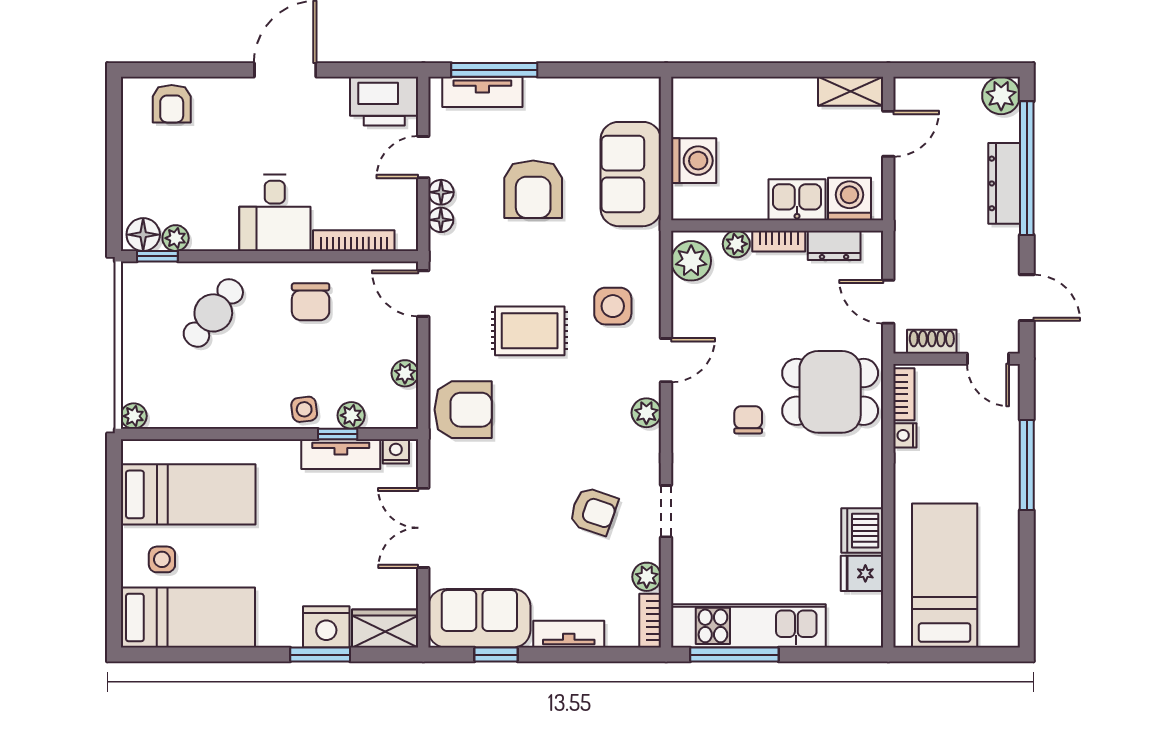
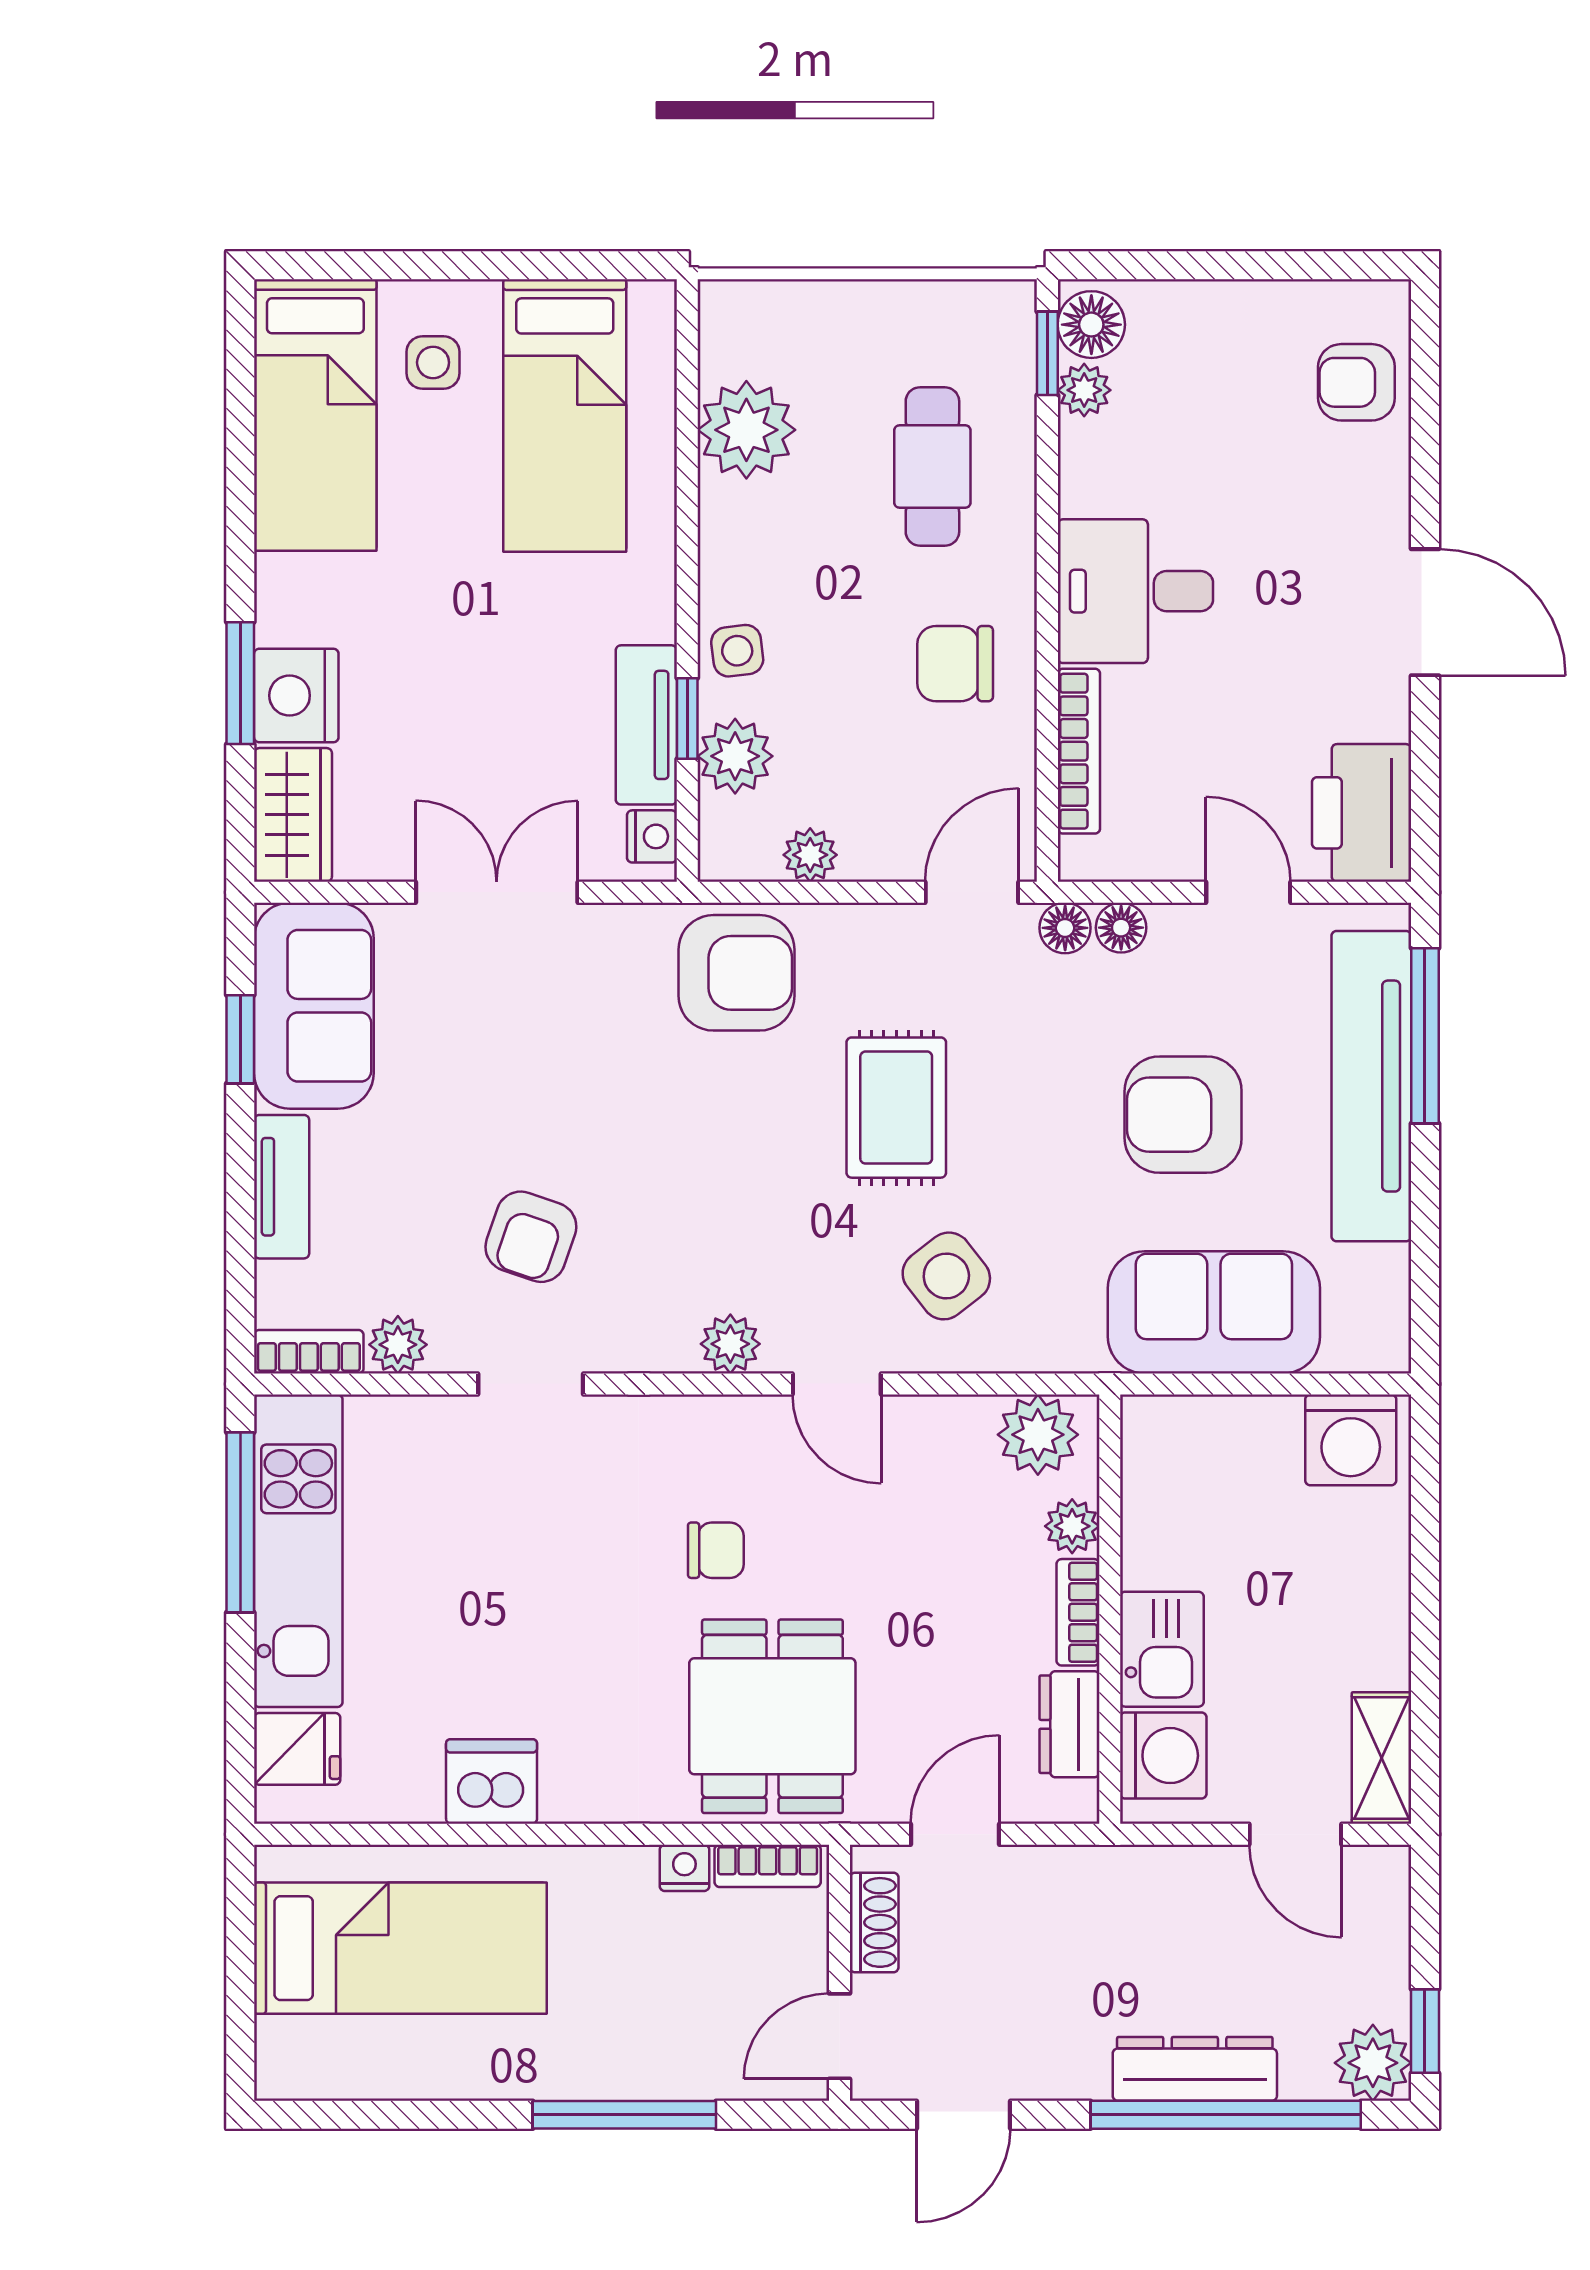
window: (985, 70) -> (1425, 2031), added
tv unit: (482, 92) -> (1371, 1086), width x1.92, depth x1.29
washing machine: (694, 161) -> (1351, 1440), moved
floor lamp: (441, 192) -> (1065, 928), moved
side table: (613, 306) -> (946, 1276), turned -38
cafe table: (213, 313) -> (932, 466), turned 52
armchair: (463, 410) -> (736, 973), turned -90
plant: (351, 415) -> (735, 756), width x1.38, depth x1.38
plant: (134, 416) -> (746, 430), moved, width x1.87, depth x1.87
fridge: (862, 573) -> (297, 1749), moved, turned 90

